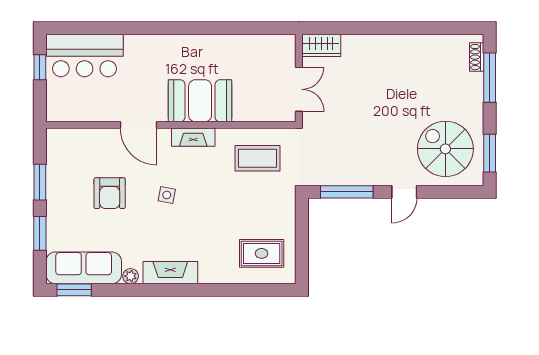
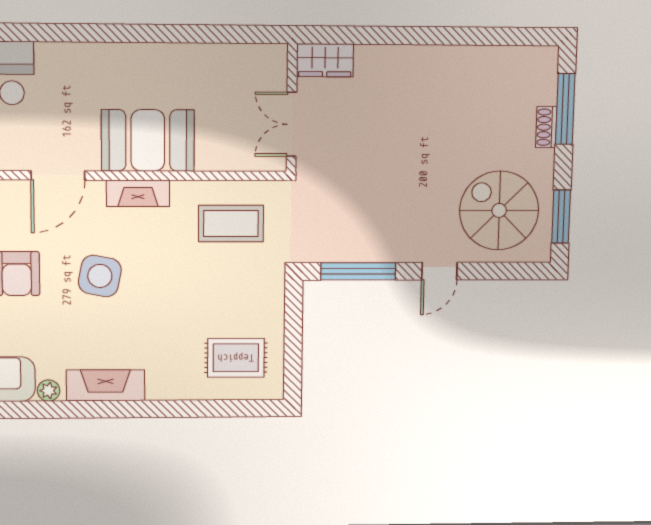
shoe rack: (477, 57) -> (546, 127), moved
double door: (299, 89) -> (292, 124), swing flipped
door: (139, 125) -> (58, 175), hinge flipped
side table: (167, 195) -> (100, 276), width x1.87, depth x1.87

